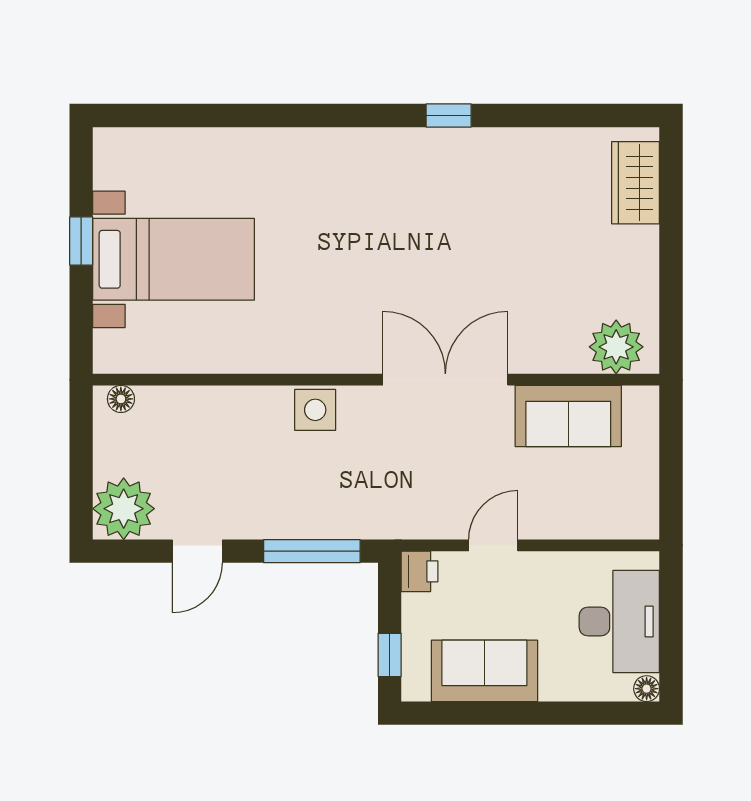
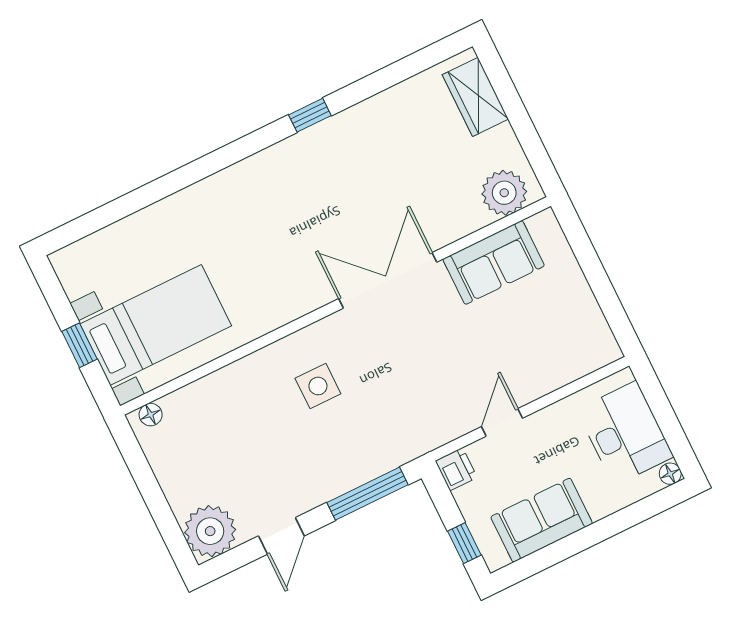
plant: (616, 347) -> (504, 193), moved
wall: (376, 380) -> (336, 306), moved
double door: (445, 380) -> (388, 280), moved
floor lamp: (121, 399) -> (151, 415), moved
sofa: (568, 416) -> (494, 262), moved

